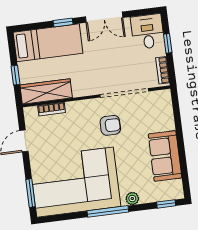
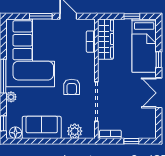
desk: (148, 32) -> (143, 126), removed
window: (15, 75) -> (132, 16), moved
plant: (164, 115) -> (75, 131), added
floor lamp: (176, 187) -> (15, 133), added
window: (31, 193) -> (41, 16), moved

